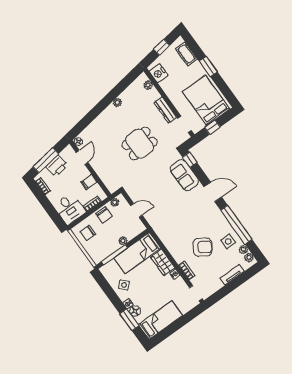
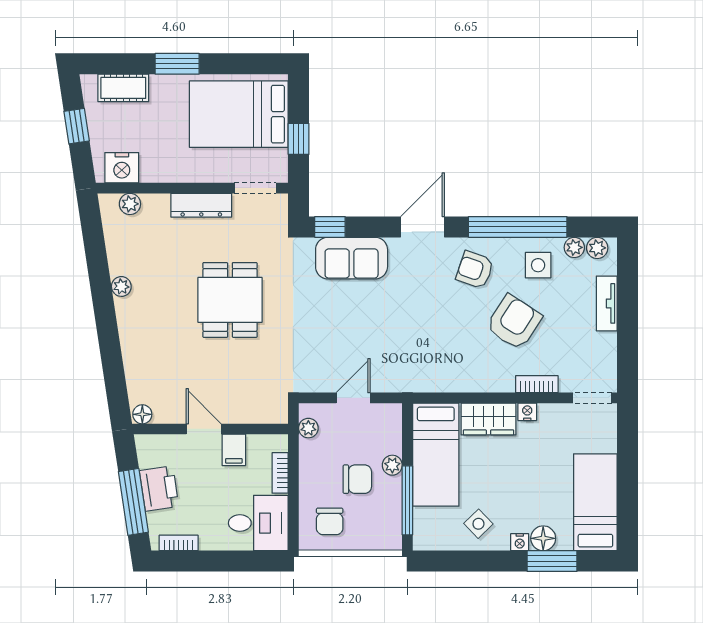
door: (82, 157) -> (204, 429), moved
chair: (104, 215) -> (357, 479), moved
armchair: (211, 221) -> (475, 270), added

